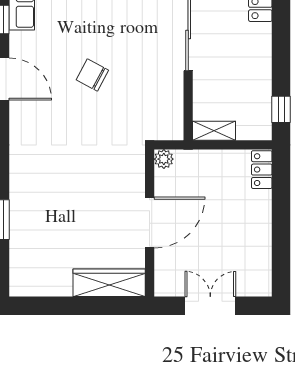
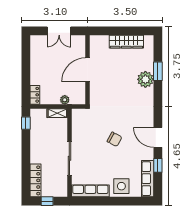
plant: (164, 159) -> (65, 100), moved
plant: (27, 202) -> (145, 79), added
wardrobe: (109, 283) -> (126, 42), moved

